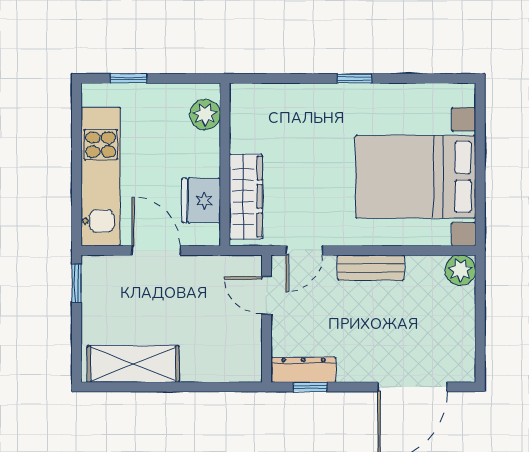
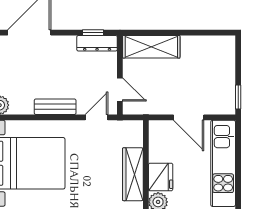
wardrobe: (246, 197) -> (133, 174), moved
fridge: (201, 200) -> (161, 177), moved
shelving: (133, 364) -> (151, 47), moved

